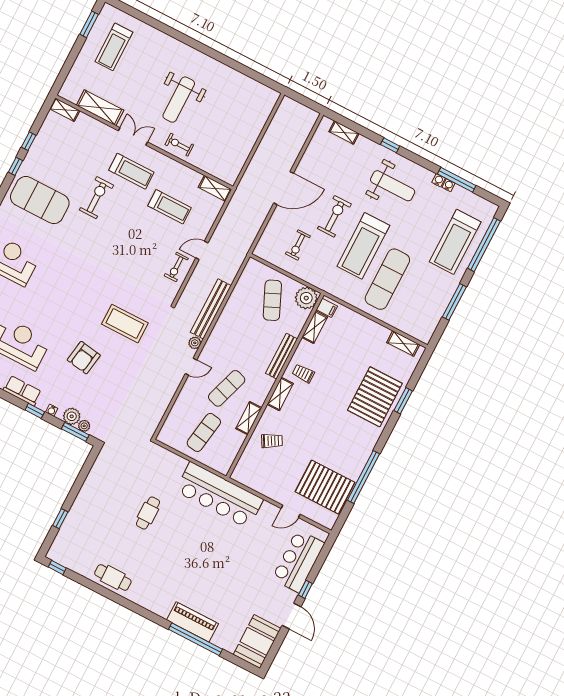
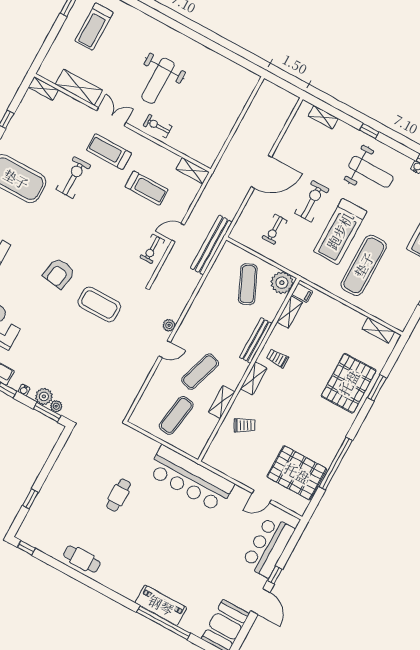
treadmill: (131, 171) -> (109, 152), turned 180
bench: (211, 309) -> (211, 245), moved
armchair: (84, 358) -> (59, 273), moved

